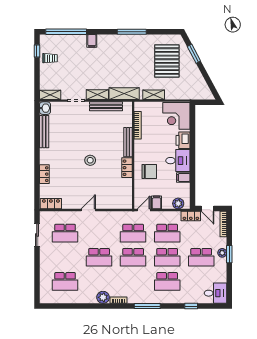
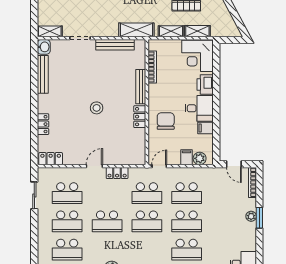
shelving: (97, 95) -> (197, 31), moved
chair: (149, 172) -> (166, 121), turned -90
filing cabinet: (157, 202) -> (187, 157), moved
locker: (191, 216) -> (117, 173), moved
school desk: (201, 257) -> (67, 221), moved

